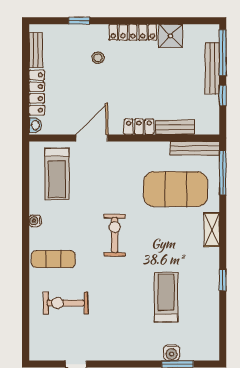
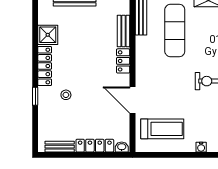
window: (79, 21) -> (35, 96), moved
exercise mat: (176, 189) -> (175, 31), width x0.68

